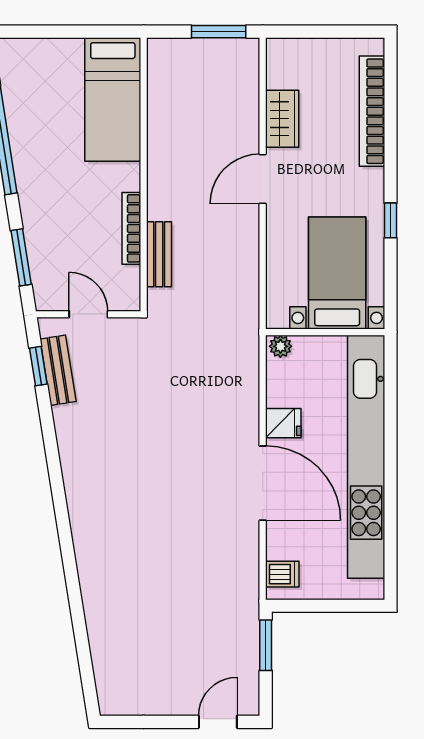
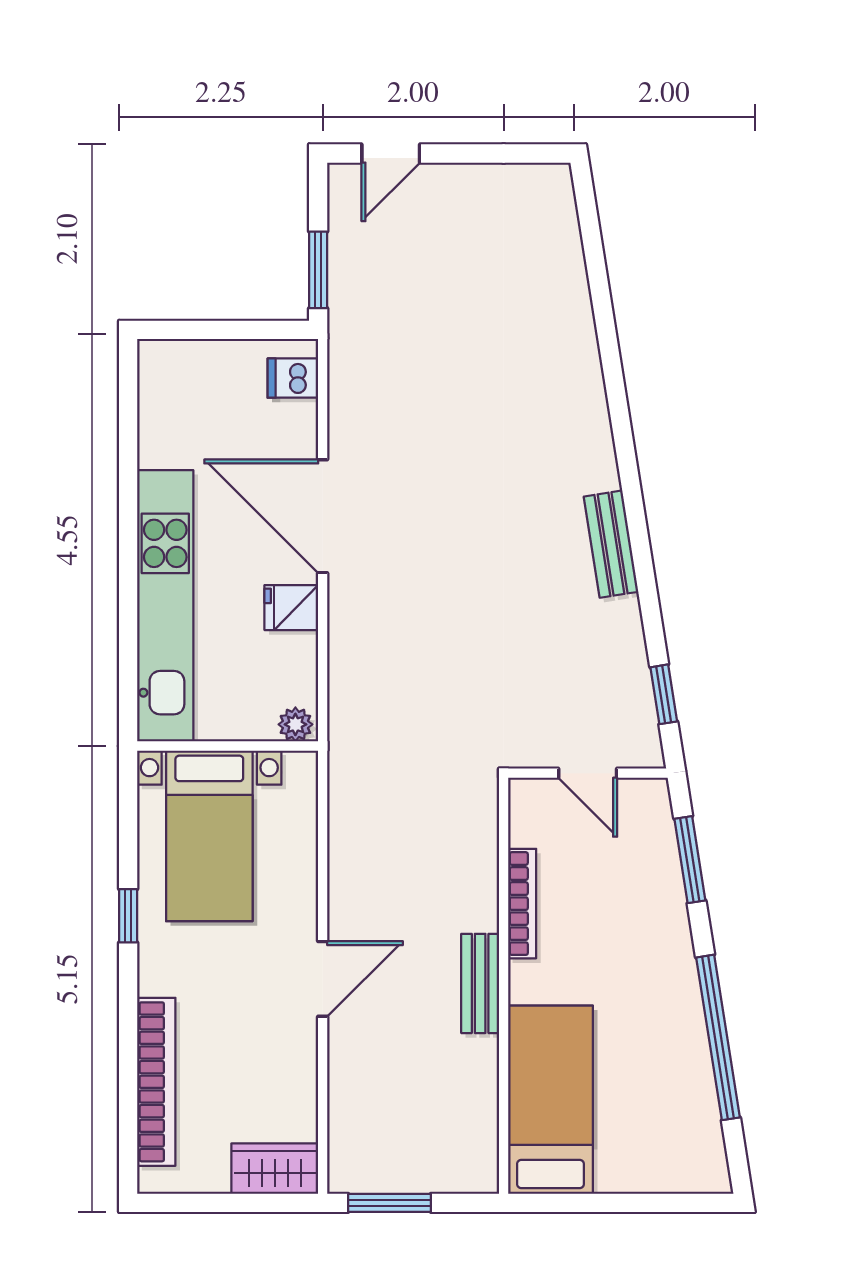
wardrobe: (282, 119) -> (275, 1169), moved, turned 90
bench: (159, 254) -> (480, 983), moved
bench: (58, 370) -> (611, 544), moved
kitchen unit: (366, 457) -> (165, 606), width x0.73

